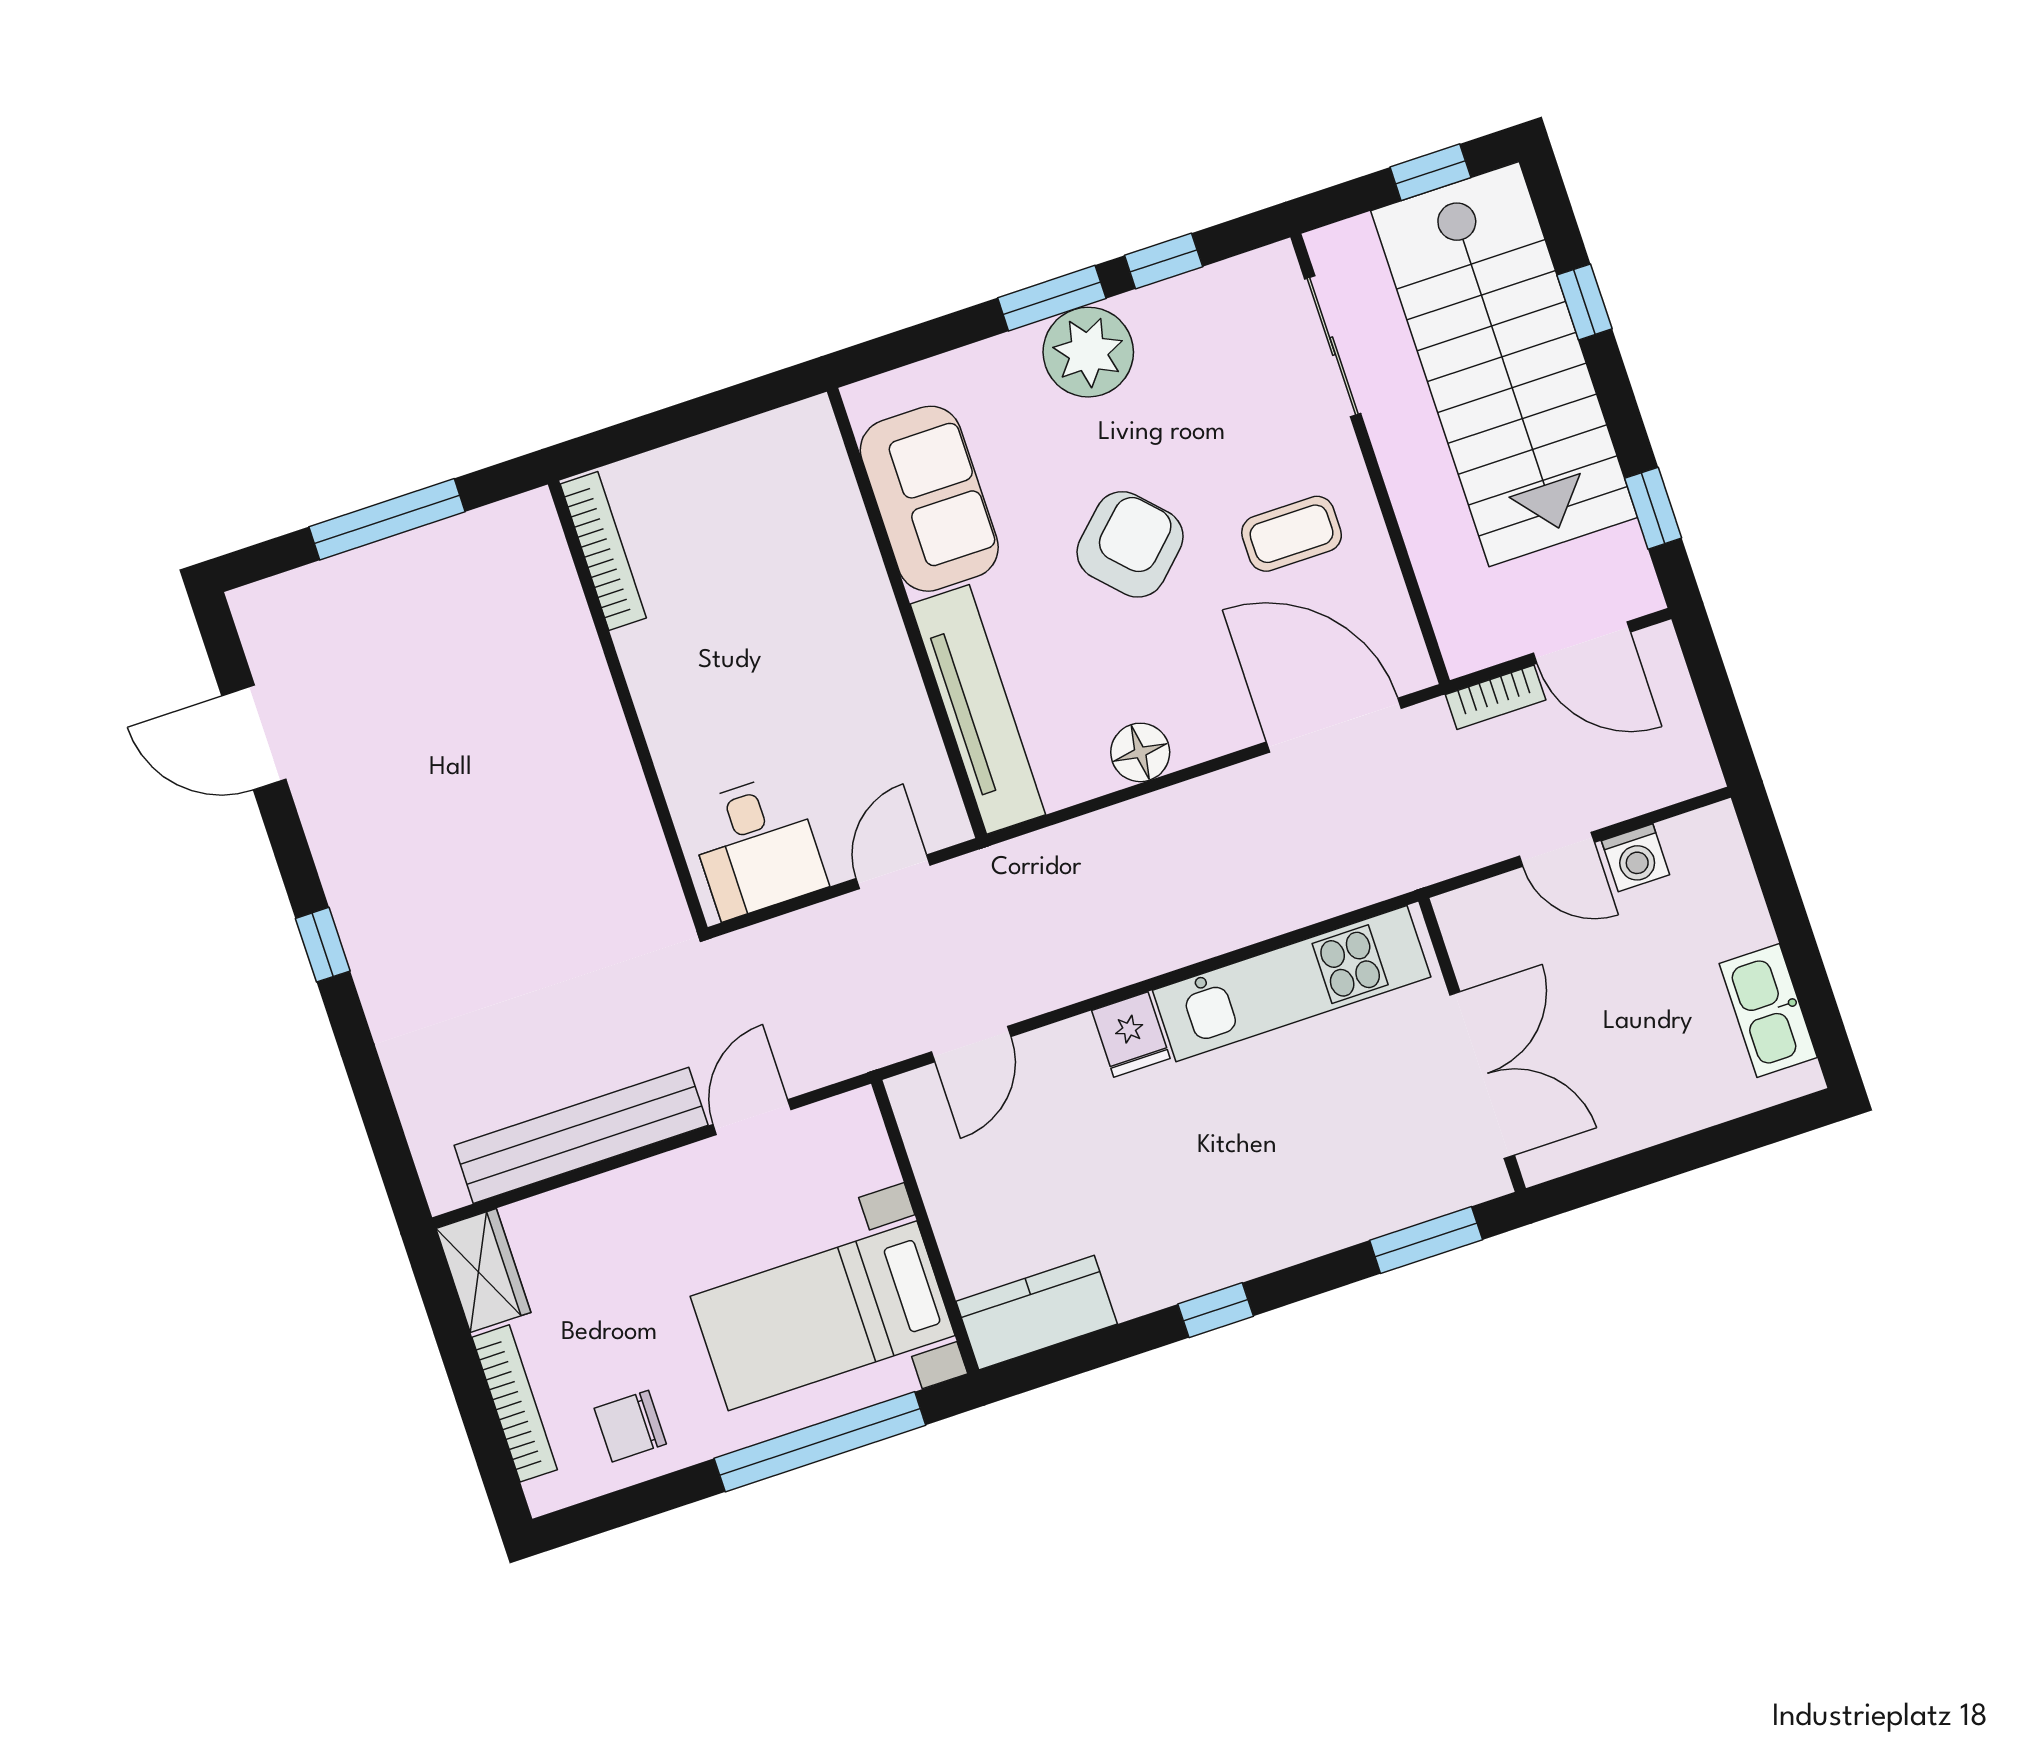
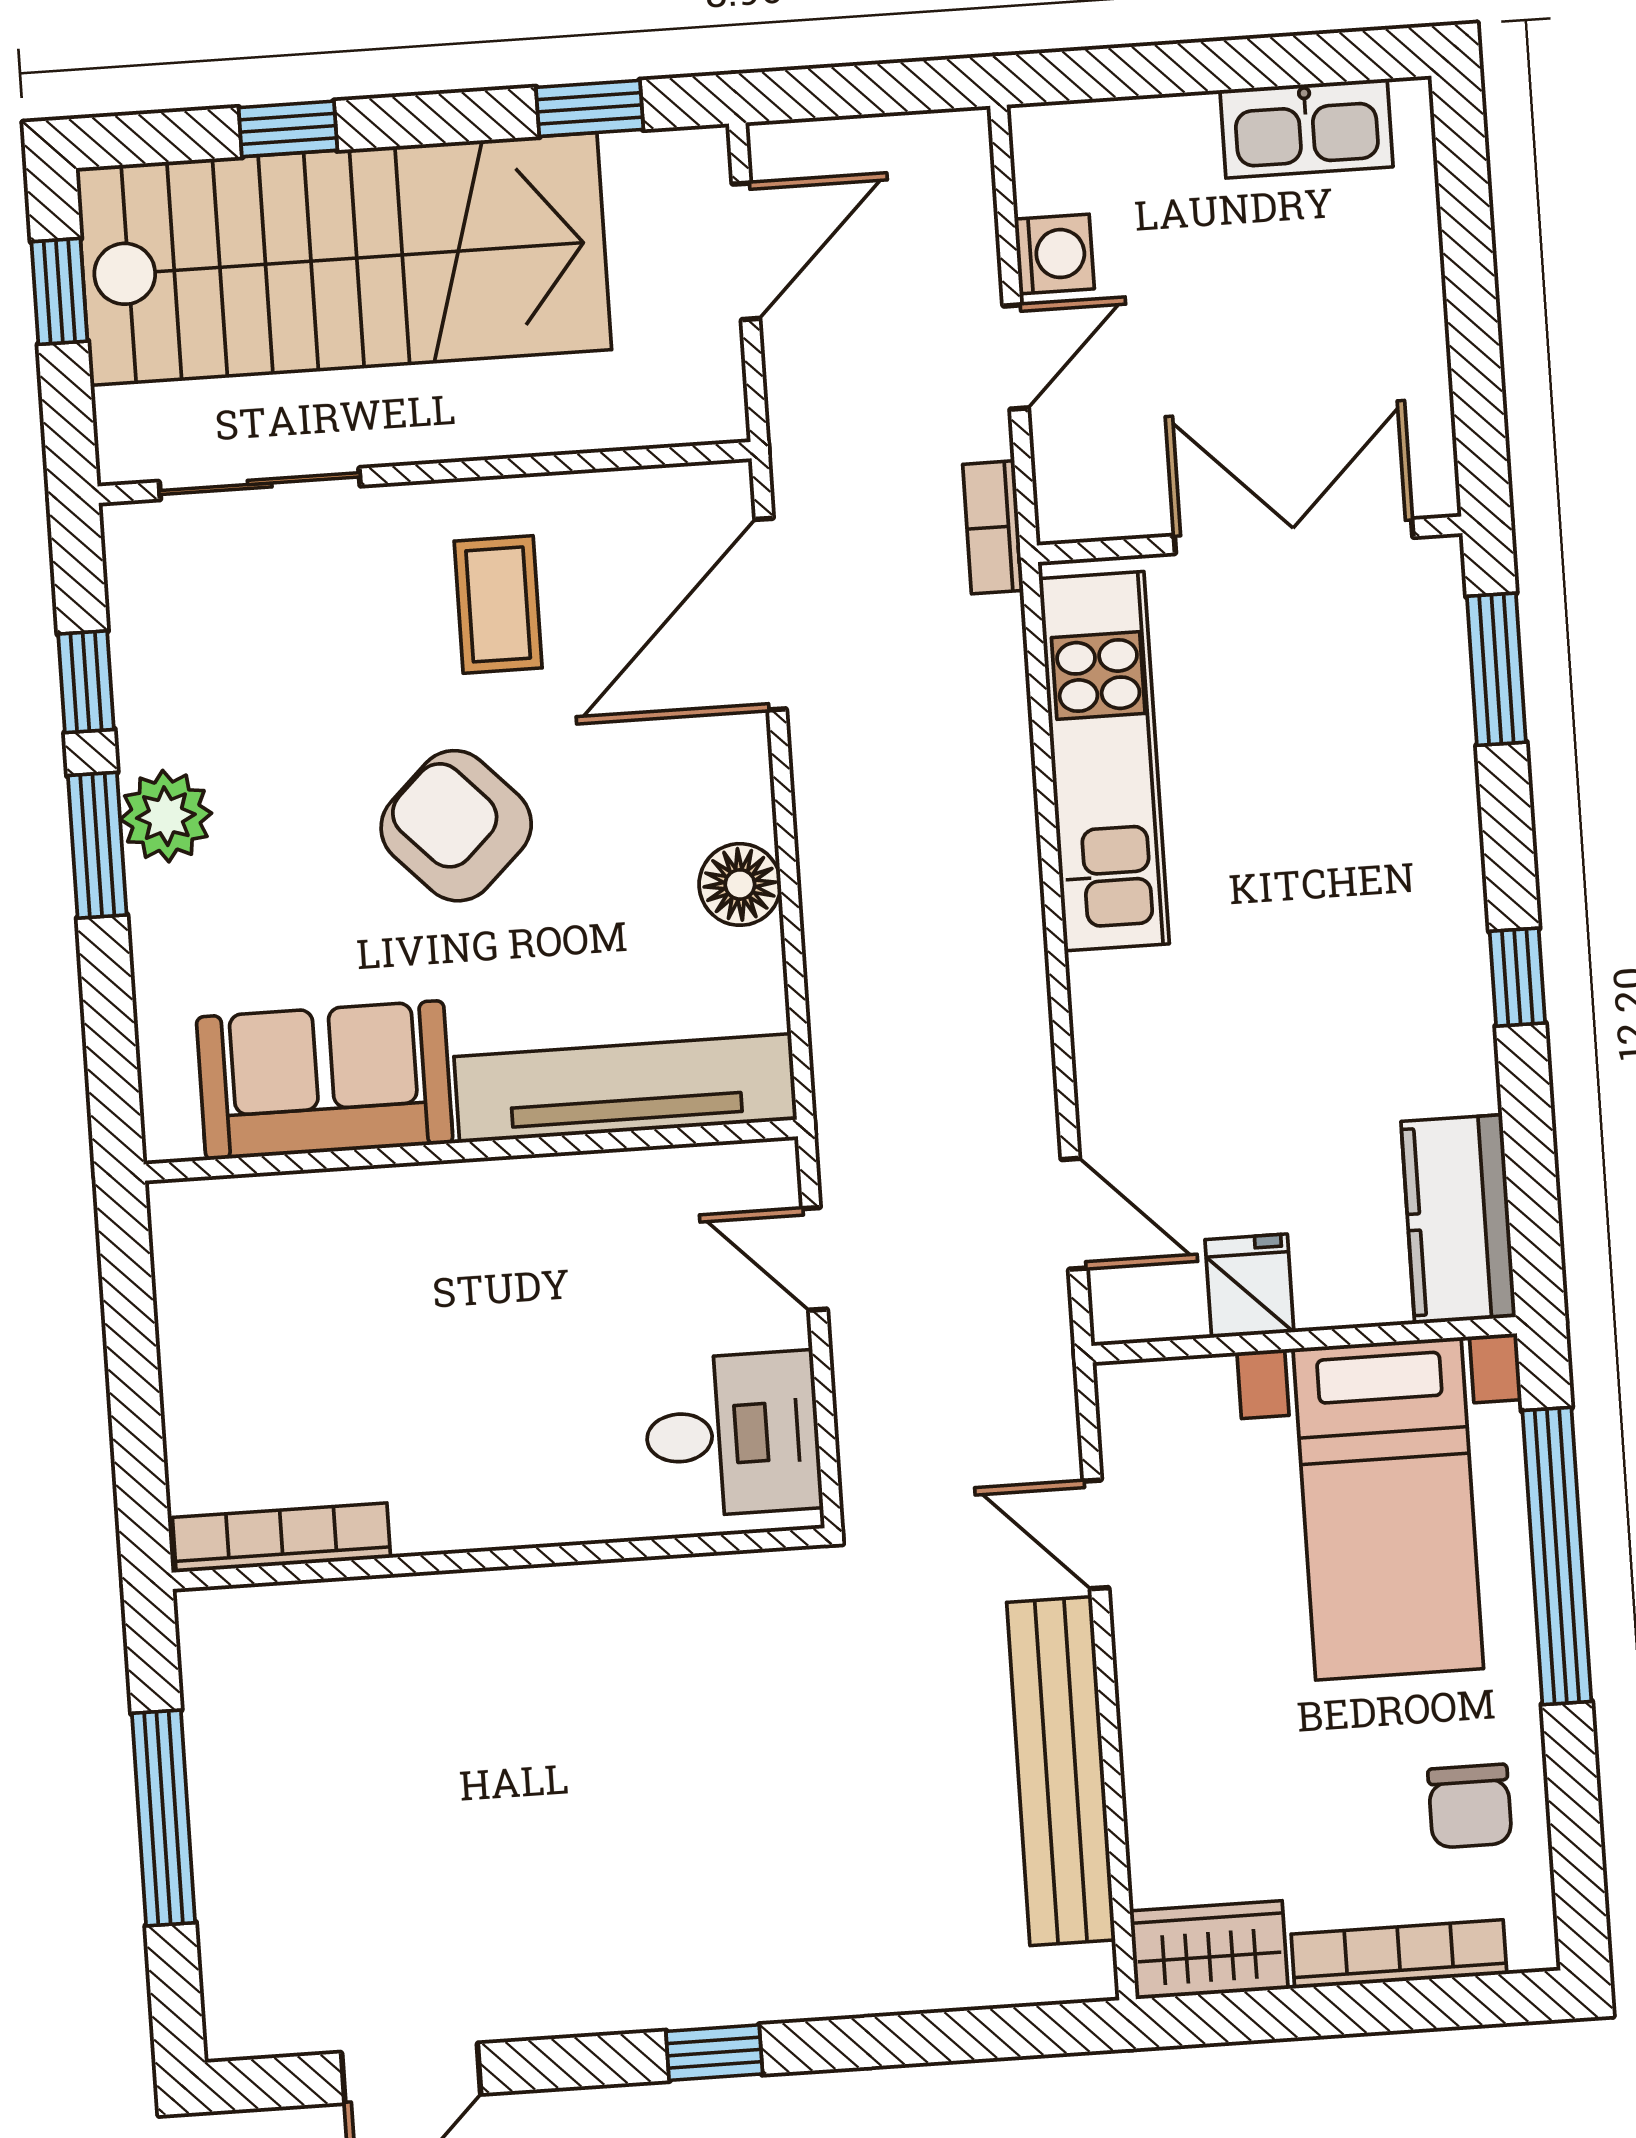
plant: (1088, 352) -> (166, 816), width x0.73, depth x0.73
bookcase: (1496, 697) -> (993, 527), moved, turned 180
fridge: (1131, 1035) -> (1249, 1286), moved, turned -90

